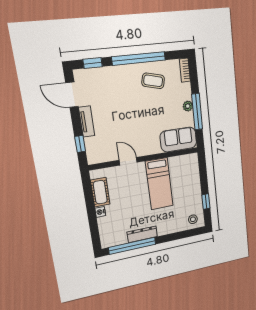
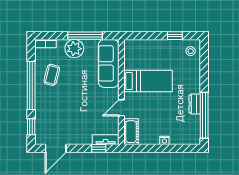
plant: (188, 106) -> (74, 49), width x1.88, depth x1.88
tv unit: (87, 122) -> (106, 140), moved
sofa: (178, 139) -> (109, 63), width x1.36
cot: (100, 192) -> (131, 132), moved, turned 90
dresser: (142, 234) -> (195, 104), width x0.70

